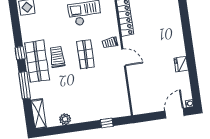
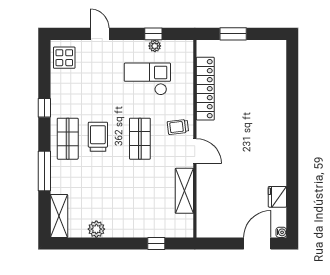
window: (20, 53) -> (44, 108), moved
shop shelf: (37, 61) -> (68, 139), width x0.70, depth x0.74
fridge: (181, 64) -> (277, 197), moved
shelving: (120, 85) -> (184, 191), added

